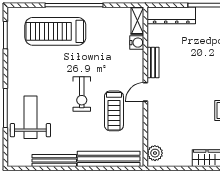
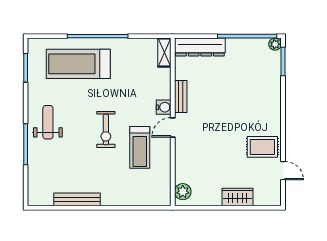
water cooler: (137, 43) -> (164, 107), moved
weight bench: (30, 117) -> (48, 122), moved, width x0.73, depth x0.75
bench: (109, 159) -> (134, 198), removed

